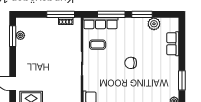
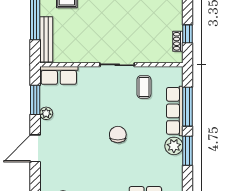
window: (61, 14) -> (187, 34), width x0.46
row of seats: (100, 23) -> (175, 111), moved
plant: (154, 24) -> (174, 146), moved

